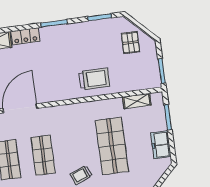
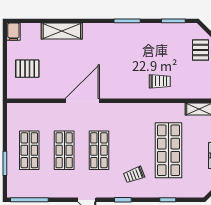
locker: (25, 36) -> (97, 30), removed
trolley: (94, 79) -> (160, 81), width x0.73, depth x0.72

